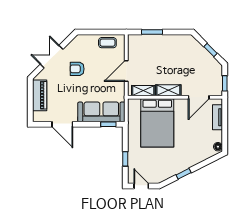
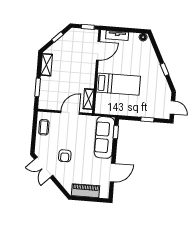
double door: (52, 57) -> (44, 167), moved
door: (126, 71) -> (70, 113), swing flipped
shelving: (168, 90) -> (46, 65), moved
door: (199, 97) -> (98, 51), hinge flipped
bed: (157, 123) -> (118, 84), width x0.67
door: (141, 186) -> (172, 107), swing flipped

